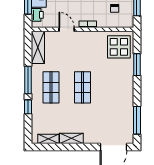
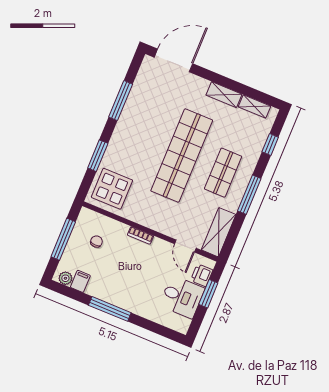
door: (67, 29) -> (185, 246), moved
shop shelf: (82, 87) -> (182, 156), width x2.00, depth x1.36
window: (28, 107) -> (270, 144), moved
window: (137, 120) -> (121, 101), moved

